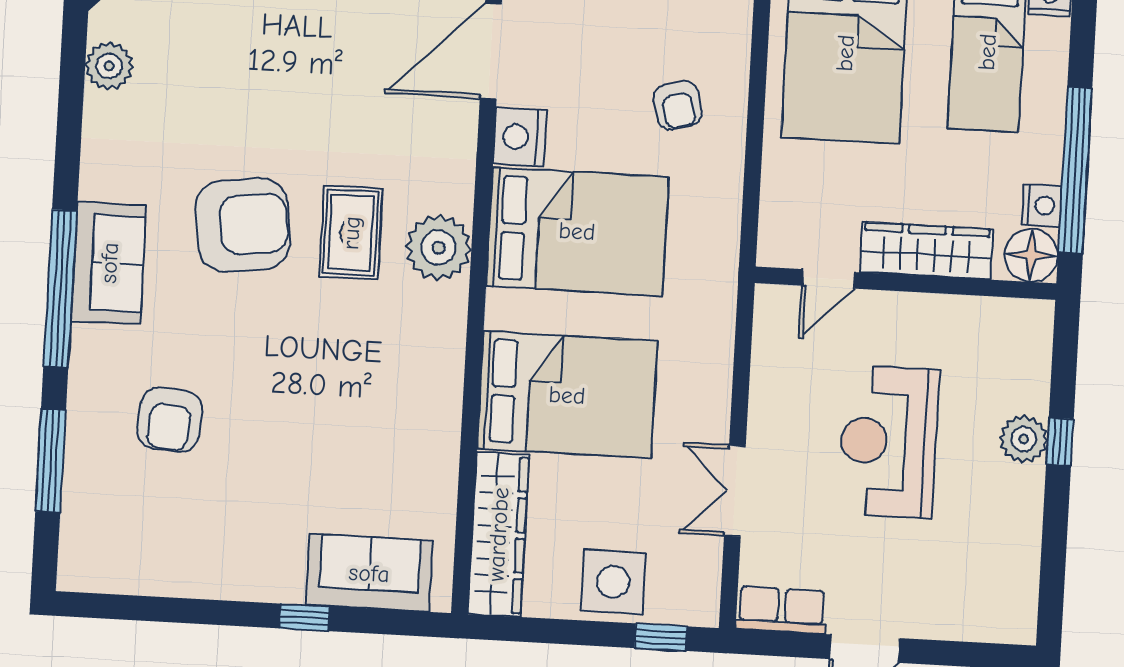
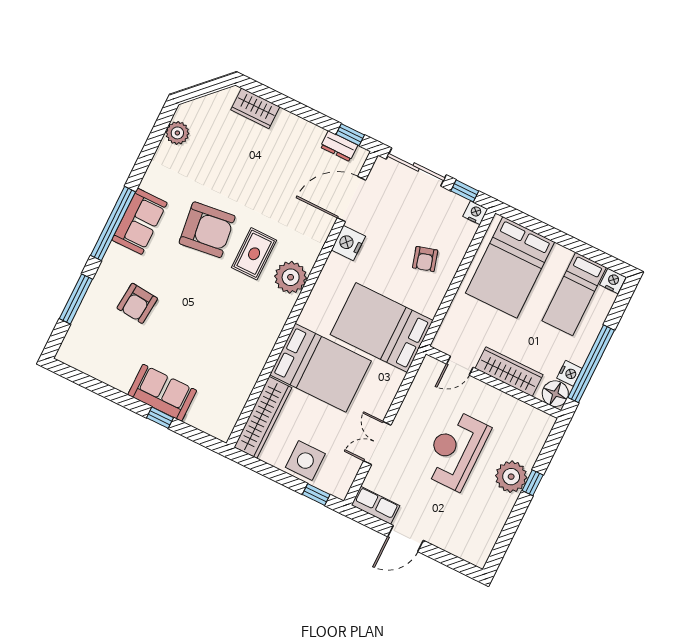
bed: (577, 231) -> (382, 328), moved, turned 180
plant: (1024, 439) -> (511, 477), width x1.36, depth x1.36
sofa: (369, 573) -> (162, 393), moved

